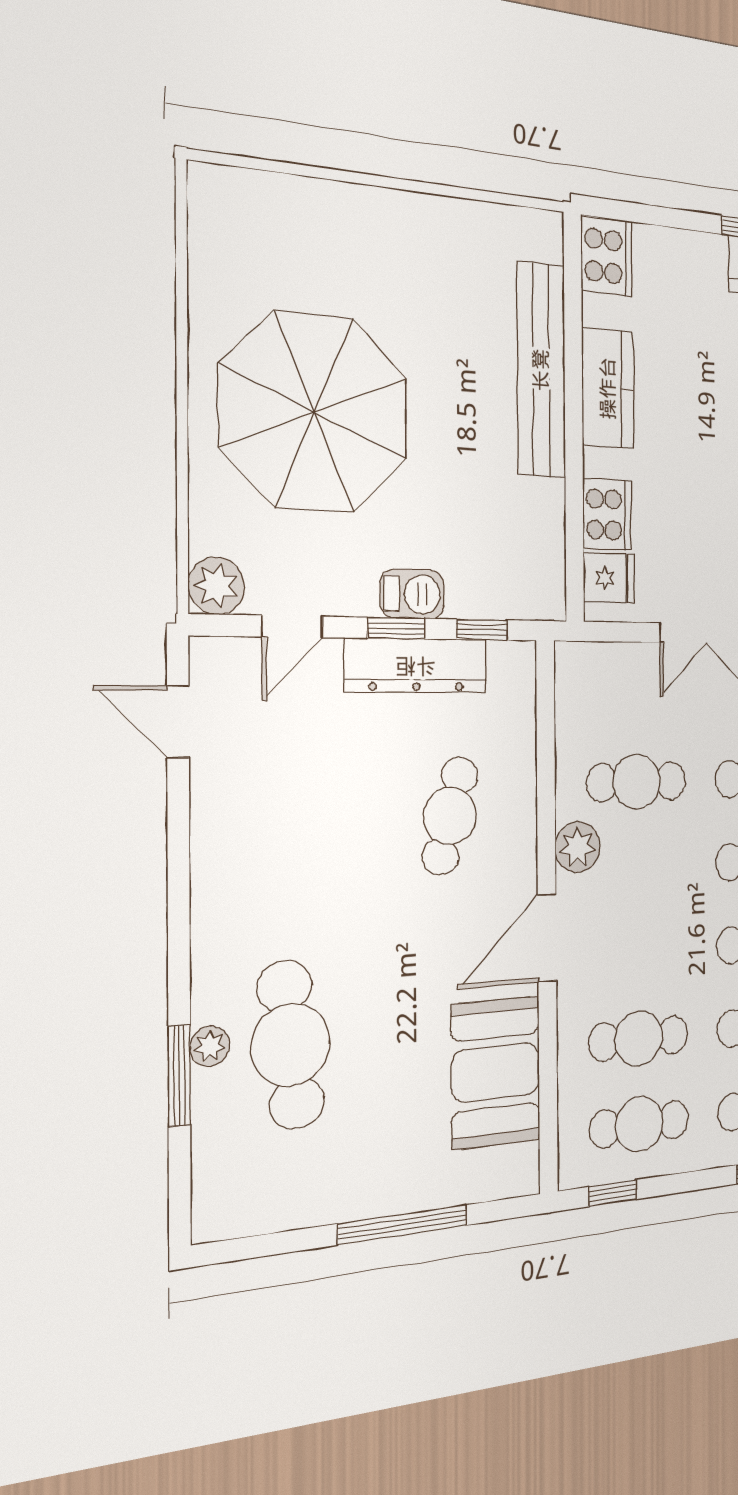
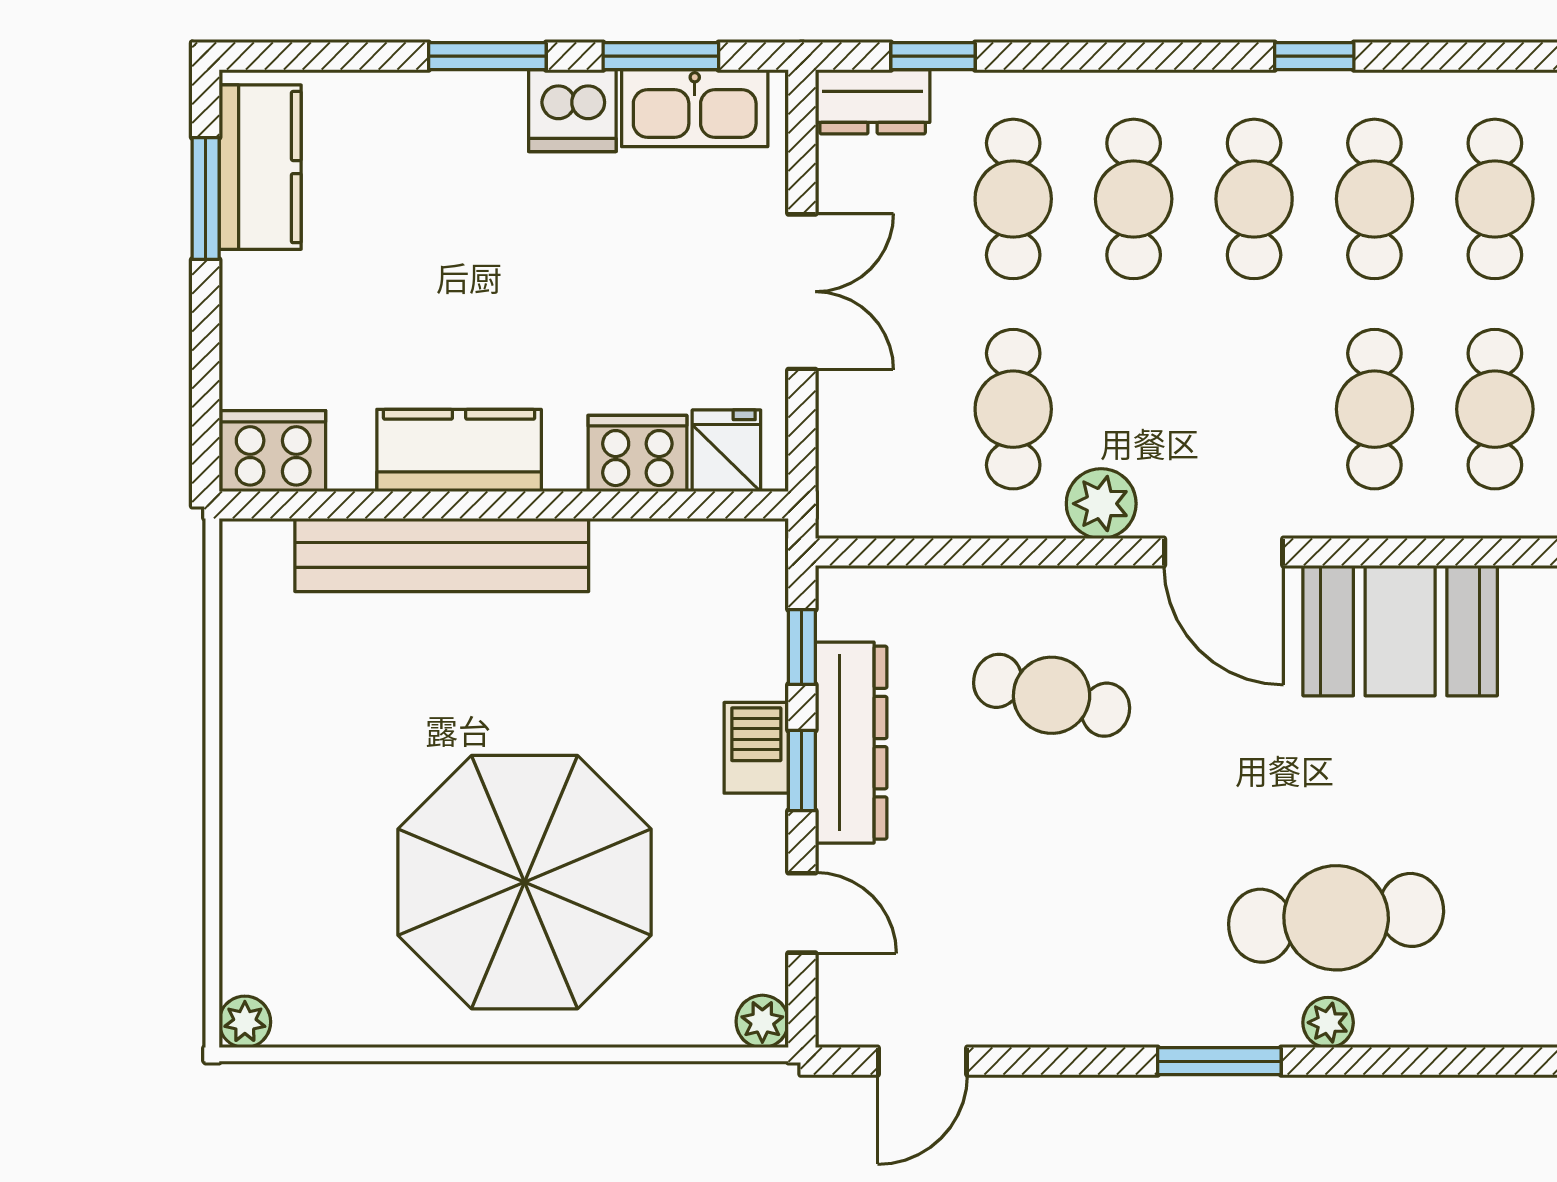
plant: (207, 182) -> (245, 1022), added
plant: (217, 586) -> (762, 1021), width x0.73, depth x0.73
window: (179, 1076) -> (1219, 1061), moved

